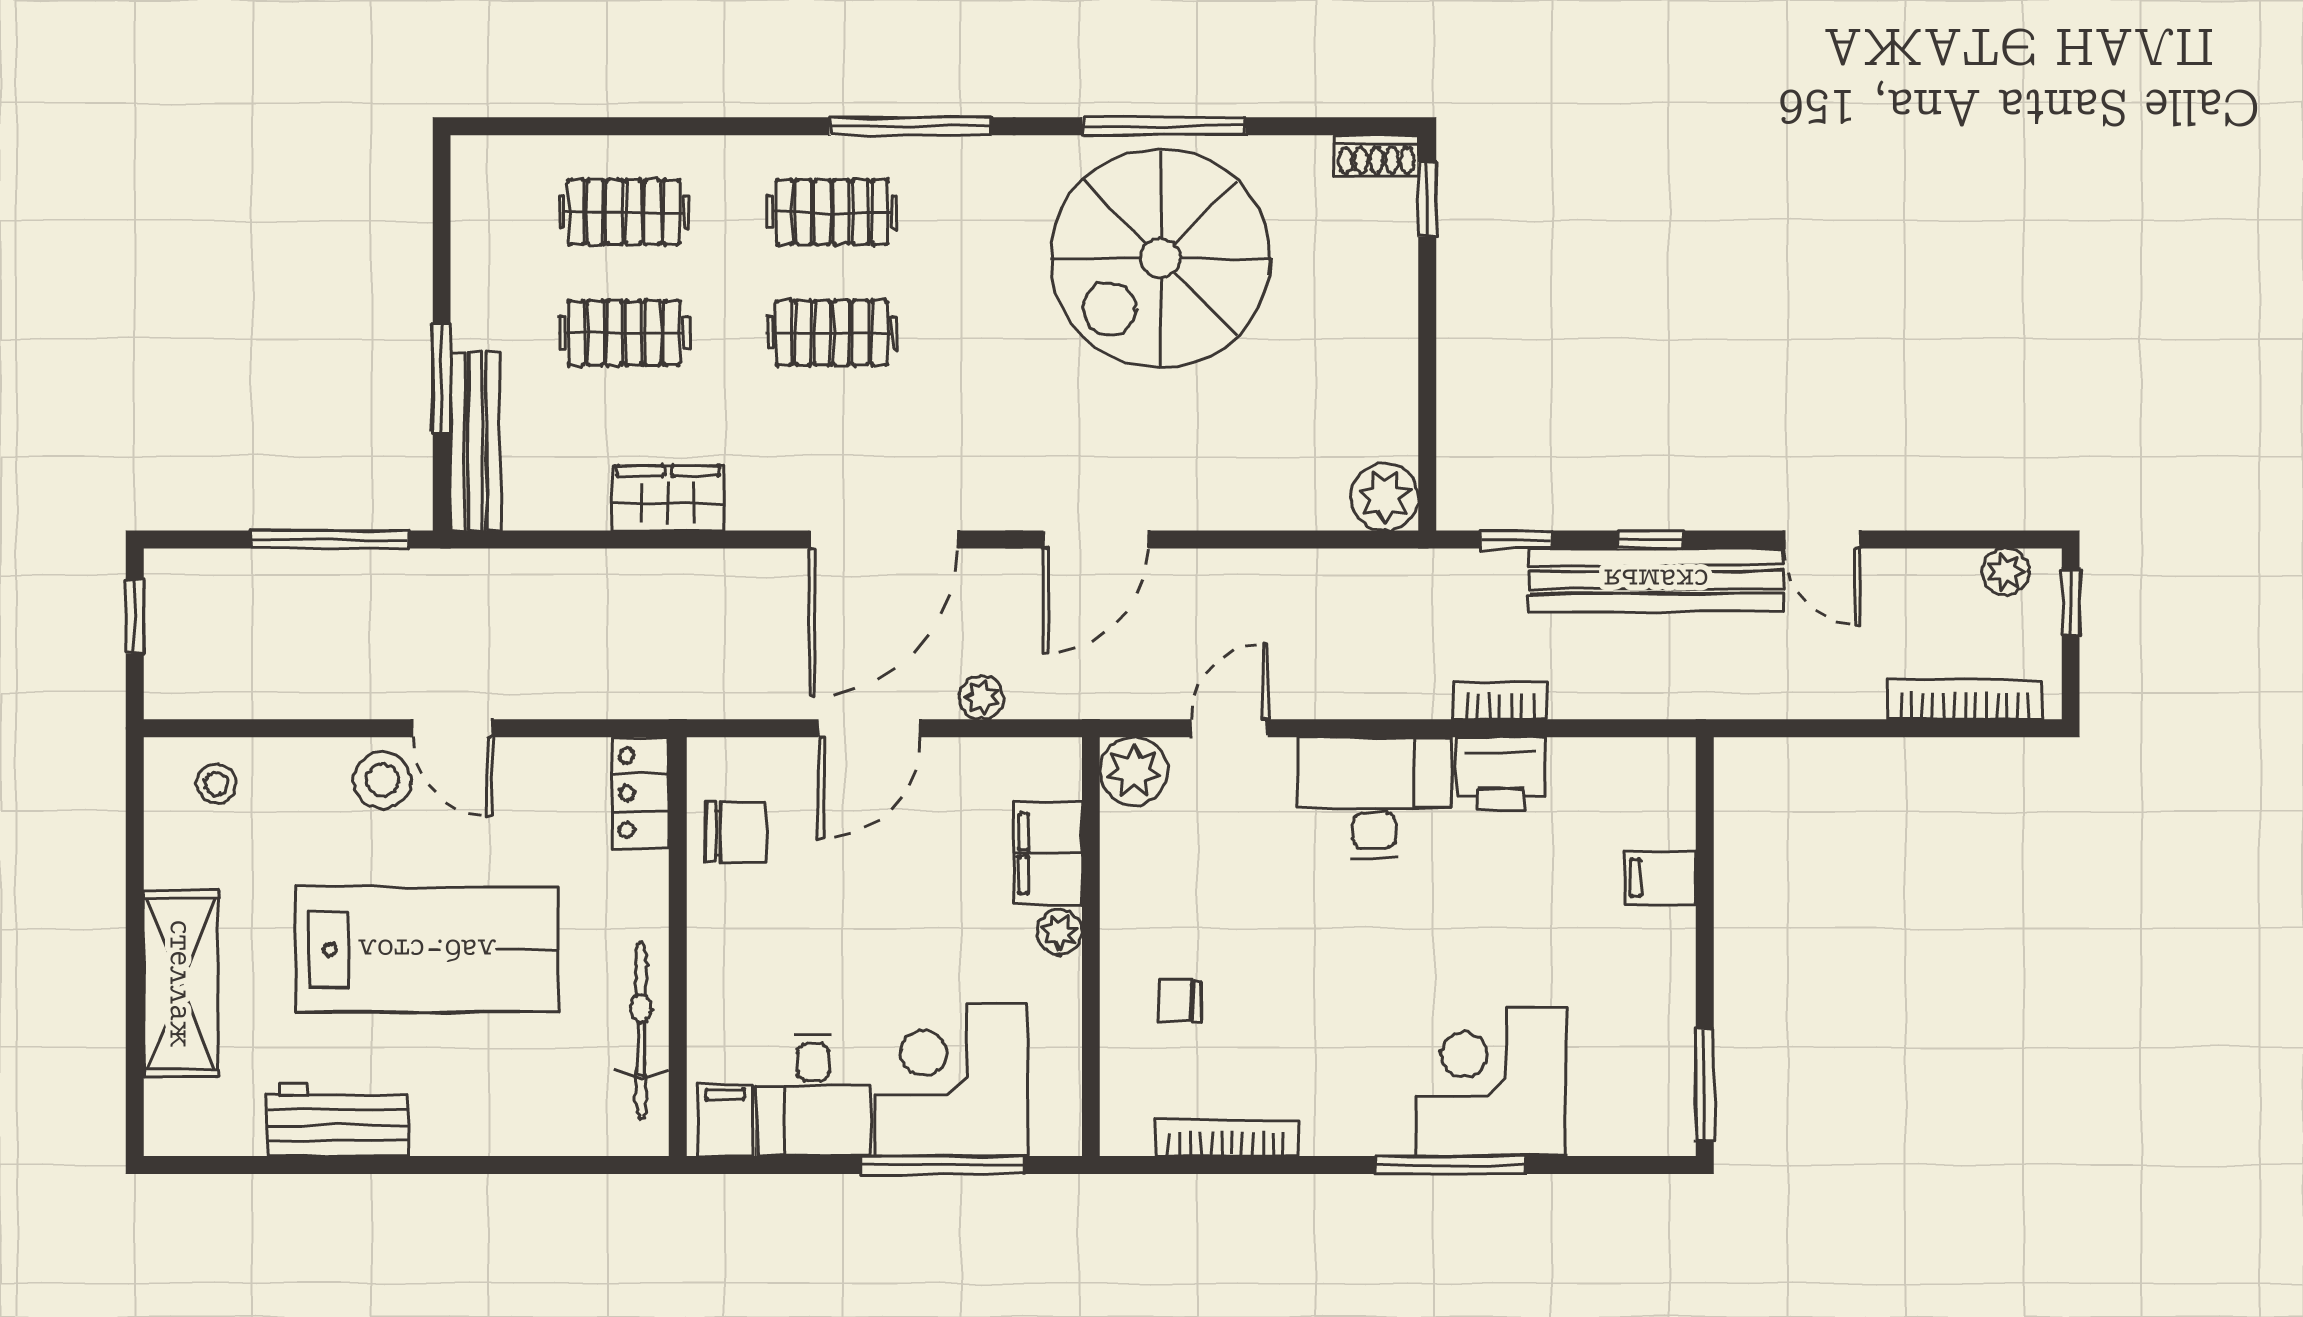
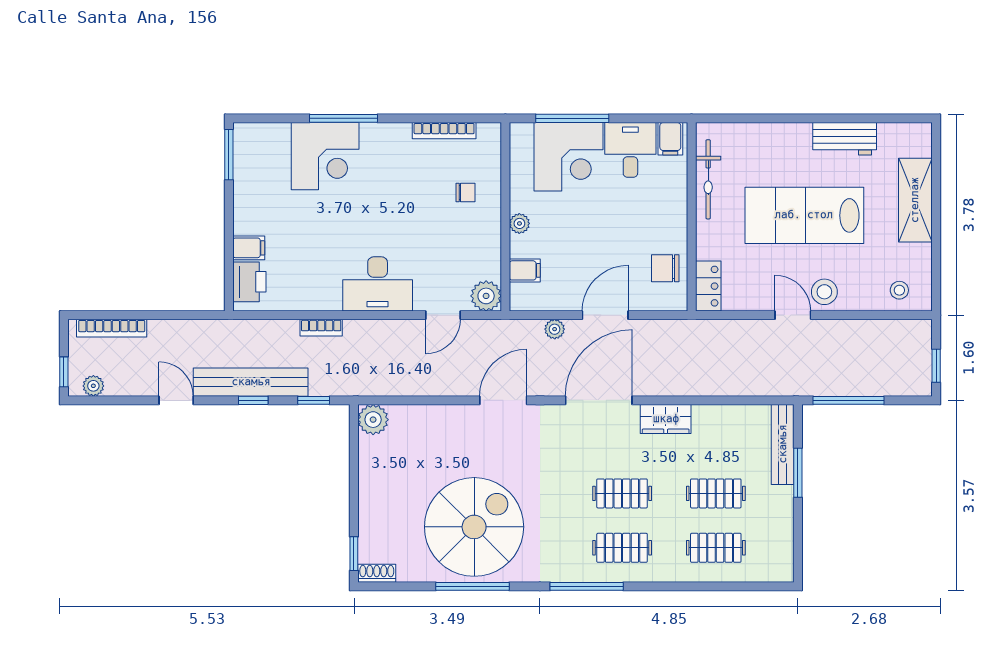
wardrobe: (668, 498) -> (666, 419), moved
printer: (1501, 774) -> (249, 282), moved, turned 90
filing cabinet: (1048, 853) -> (525, 270), width x0.50

